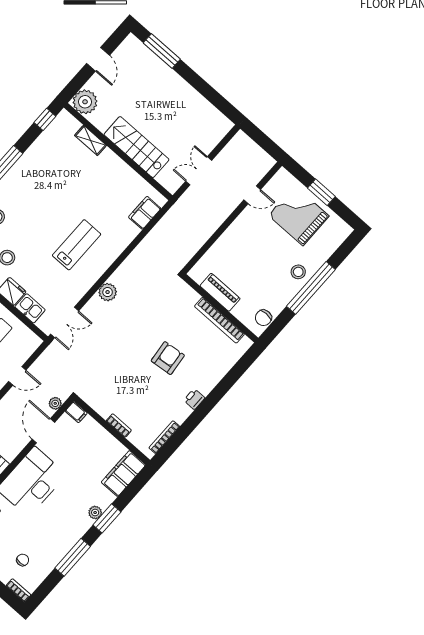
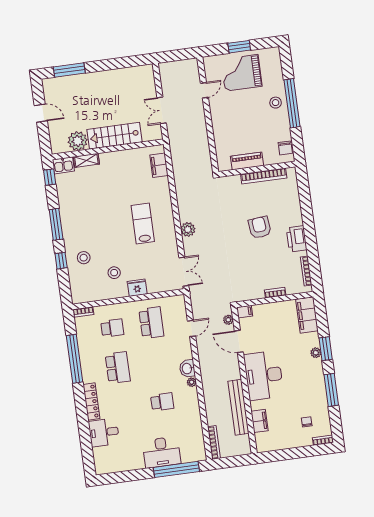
plant: (85, 102) -> (78, 141), moved
kitchen sink: (30, 308) -> (63, 165), moved, turned 180
printer: (194, 399) -> (297, 239), width x1.87, depth x1.48

